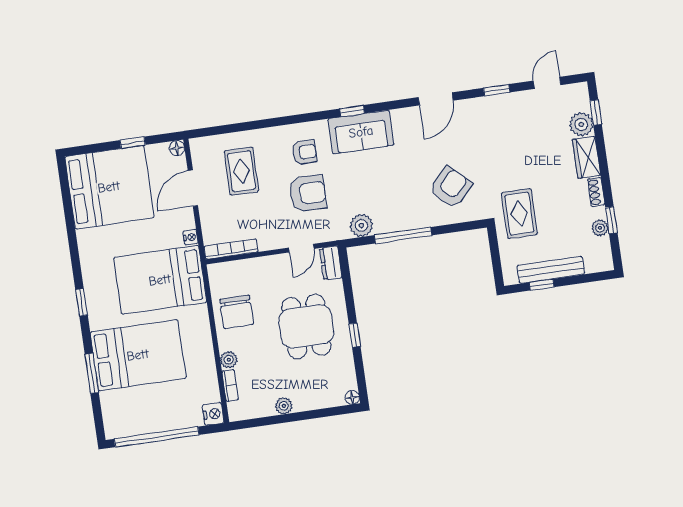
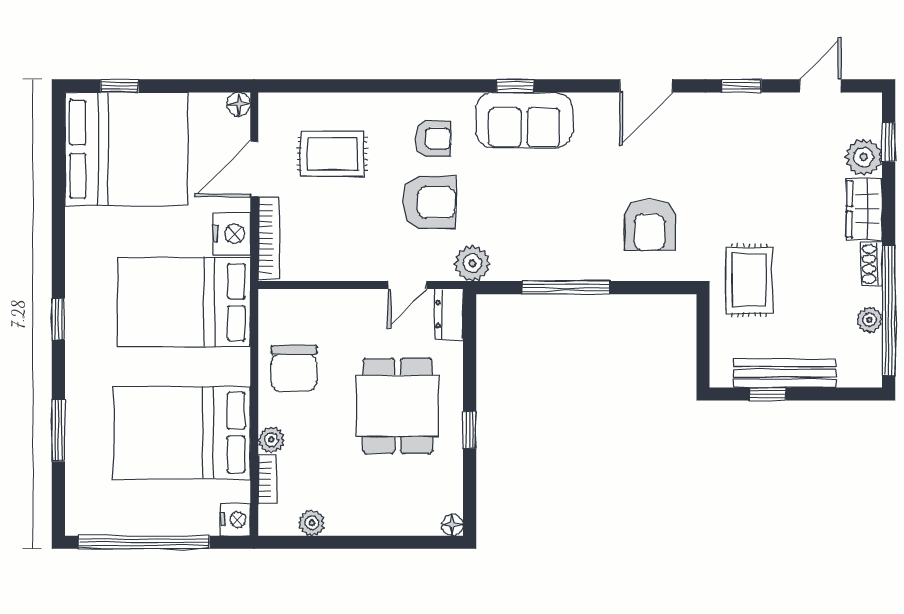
window: (133, 143) -> (119, 86), moved
rug: (241, 171) -> (332, 154), turned 90
armchair: (451, 187) -> (650, 225), turned 137
window: (611, 220) -> (889, 311), width x3.17
plant: (361, 225) -> (472, 263), moved
nightstand: (191, 237) -> (232, 234), width x1.89, depth x1.79
bookcase: (231, 249) -> (269, 238), moved, turned 90
bed: (138, 355) -> (182, 433), moved, turned 180
plant: (284, 406) -> (312, 523), moved

